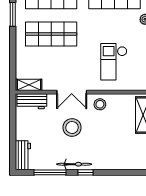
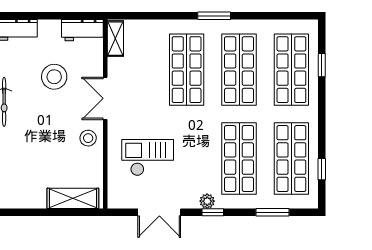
workbench: (32, 101) -> (82, 30), moved, turned -90
stool: (72, 127) -> (54, 77), moved

